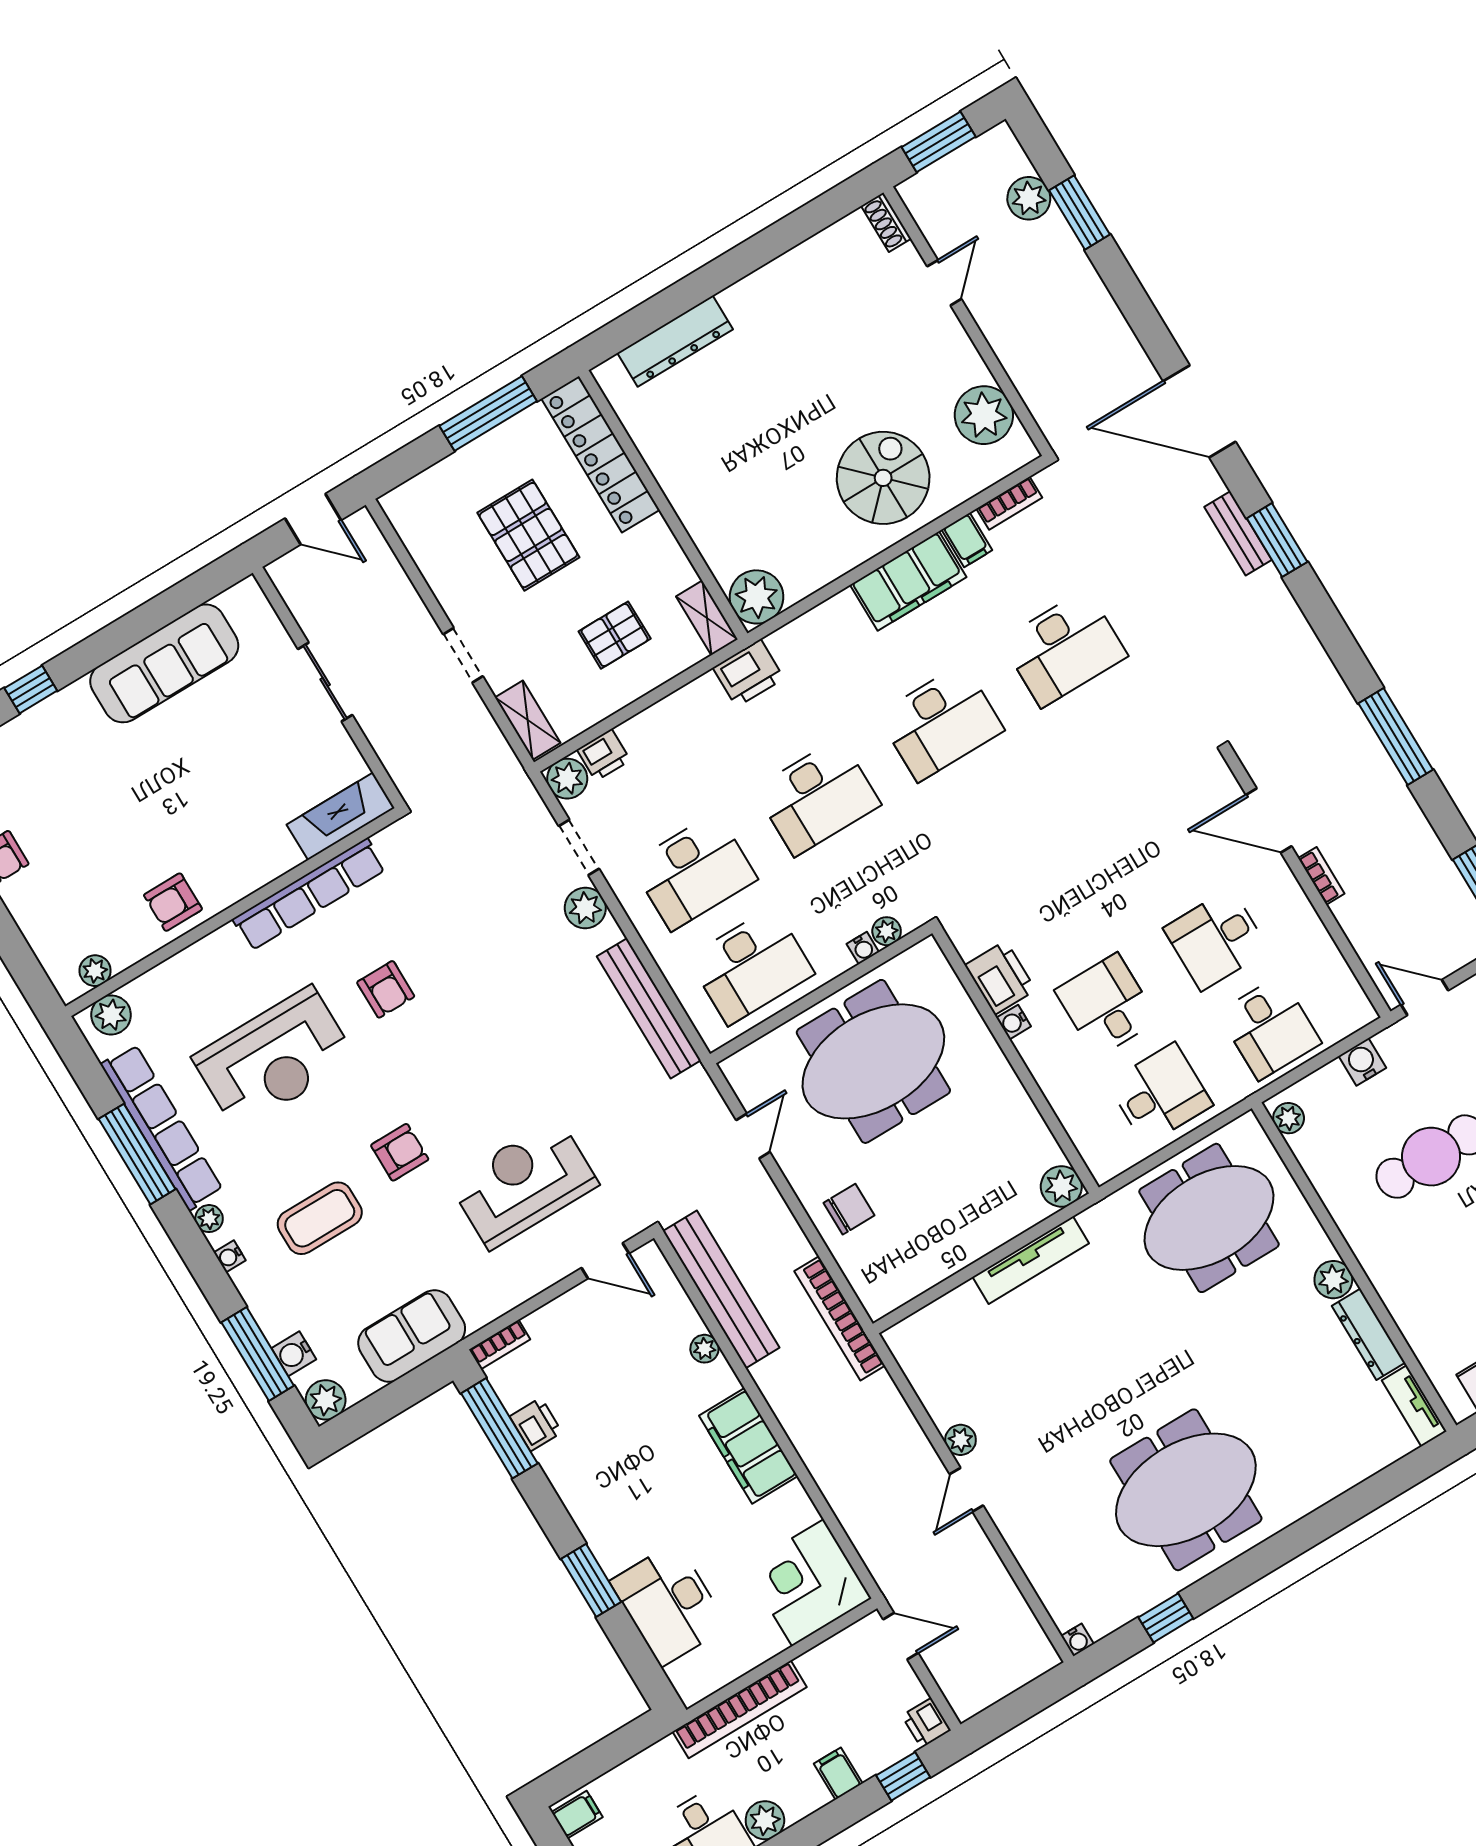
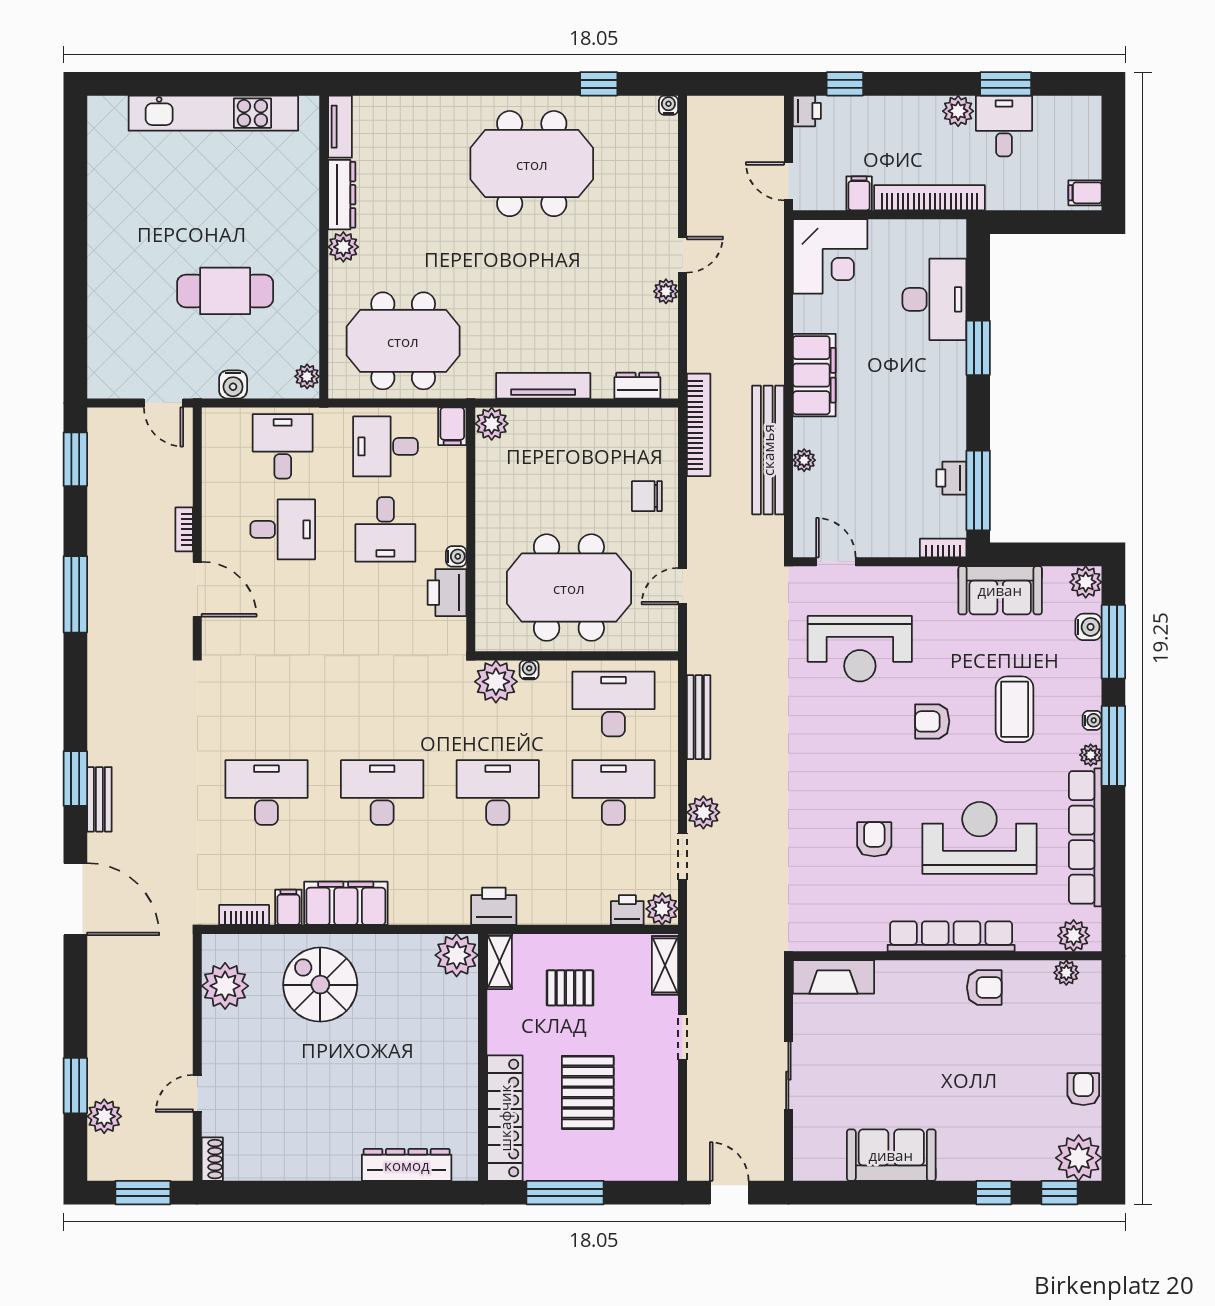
spiral stairs: (883, 478) -> (320, 985), turned 90
sofa: (164, 663) -> (891, 1155), width x0.73
row of seats: (309, 894) -> (951, 936), moved
plant: (887, 931) -> (496, 682), width x1.87, depth x1.87
bench: (649, 1008) -> (699, 717), width x0.73, depth x0.82
window: (137, 1154) -> (1113, 746), moved
filing cabinet: (1102, 1158) -> (452, 426), added
coffee table: (320, 1218) -> (1015, 709), turned 90
bench: (721, 1289) -> (768, 450), moved
dresser: (930, 1321) -> (637, 386), added
filing cabinet: (838, 1774) -> (859, 193), moved, turned 180

